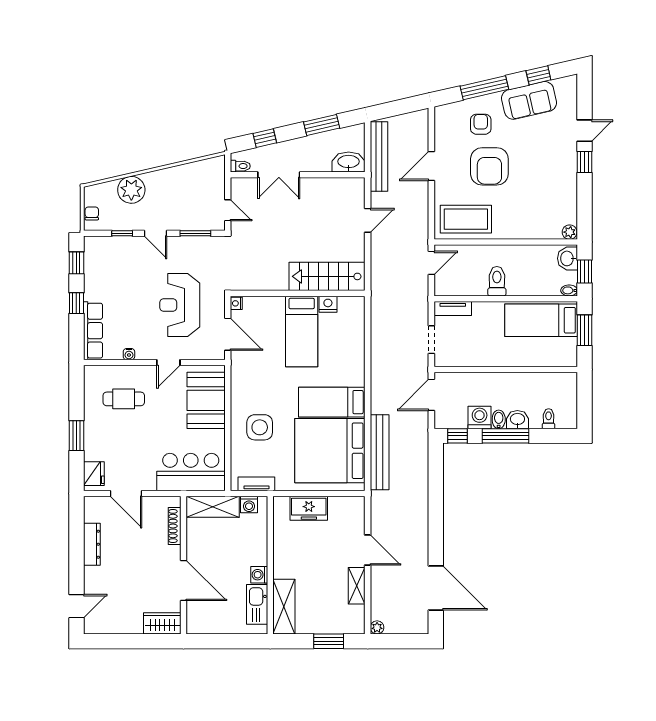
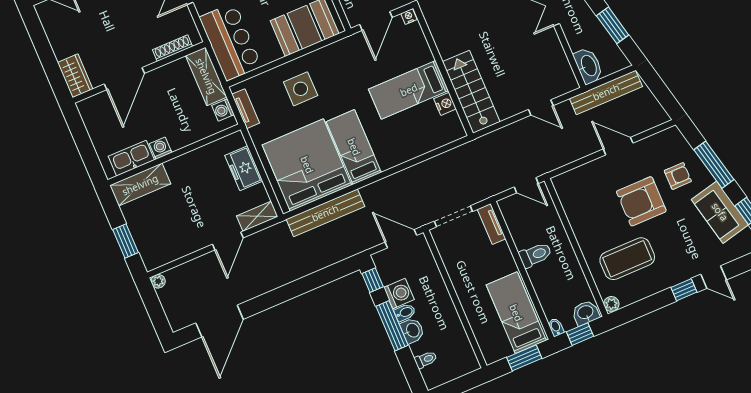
coffee table: (466, 219) -> (627, 259), moved, turned 90
doorway: (431, 340) -> (453, 216), width x1.38
shelving: (357, 586) -> (257, 216), moved

